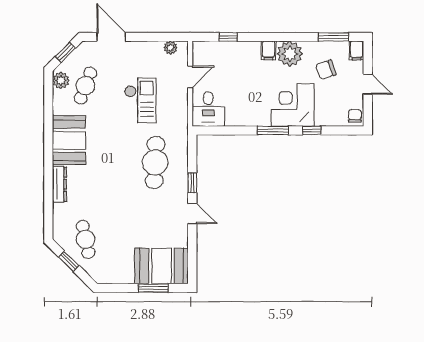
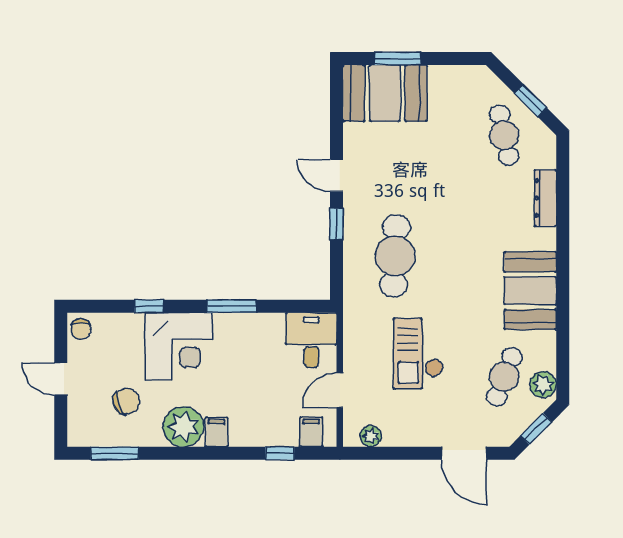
filing cabinet: (356, 50) -> (311, 432), moved
window: (273, 130) -> (231, 306), moved
dresser: (59, 184) -> (545, 198), moved

